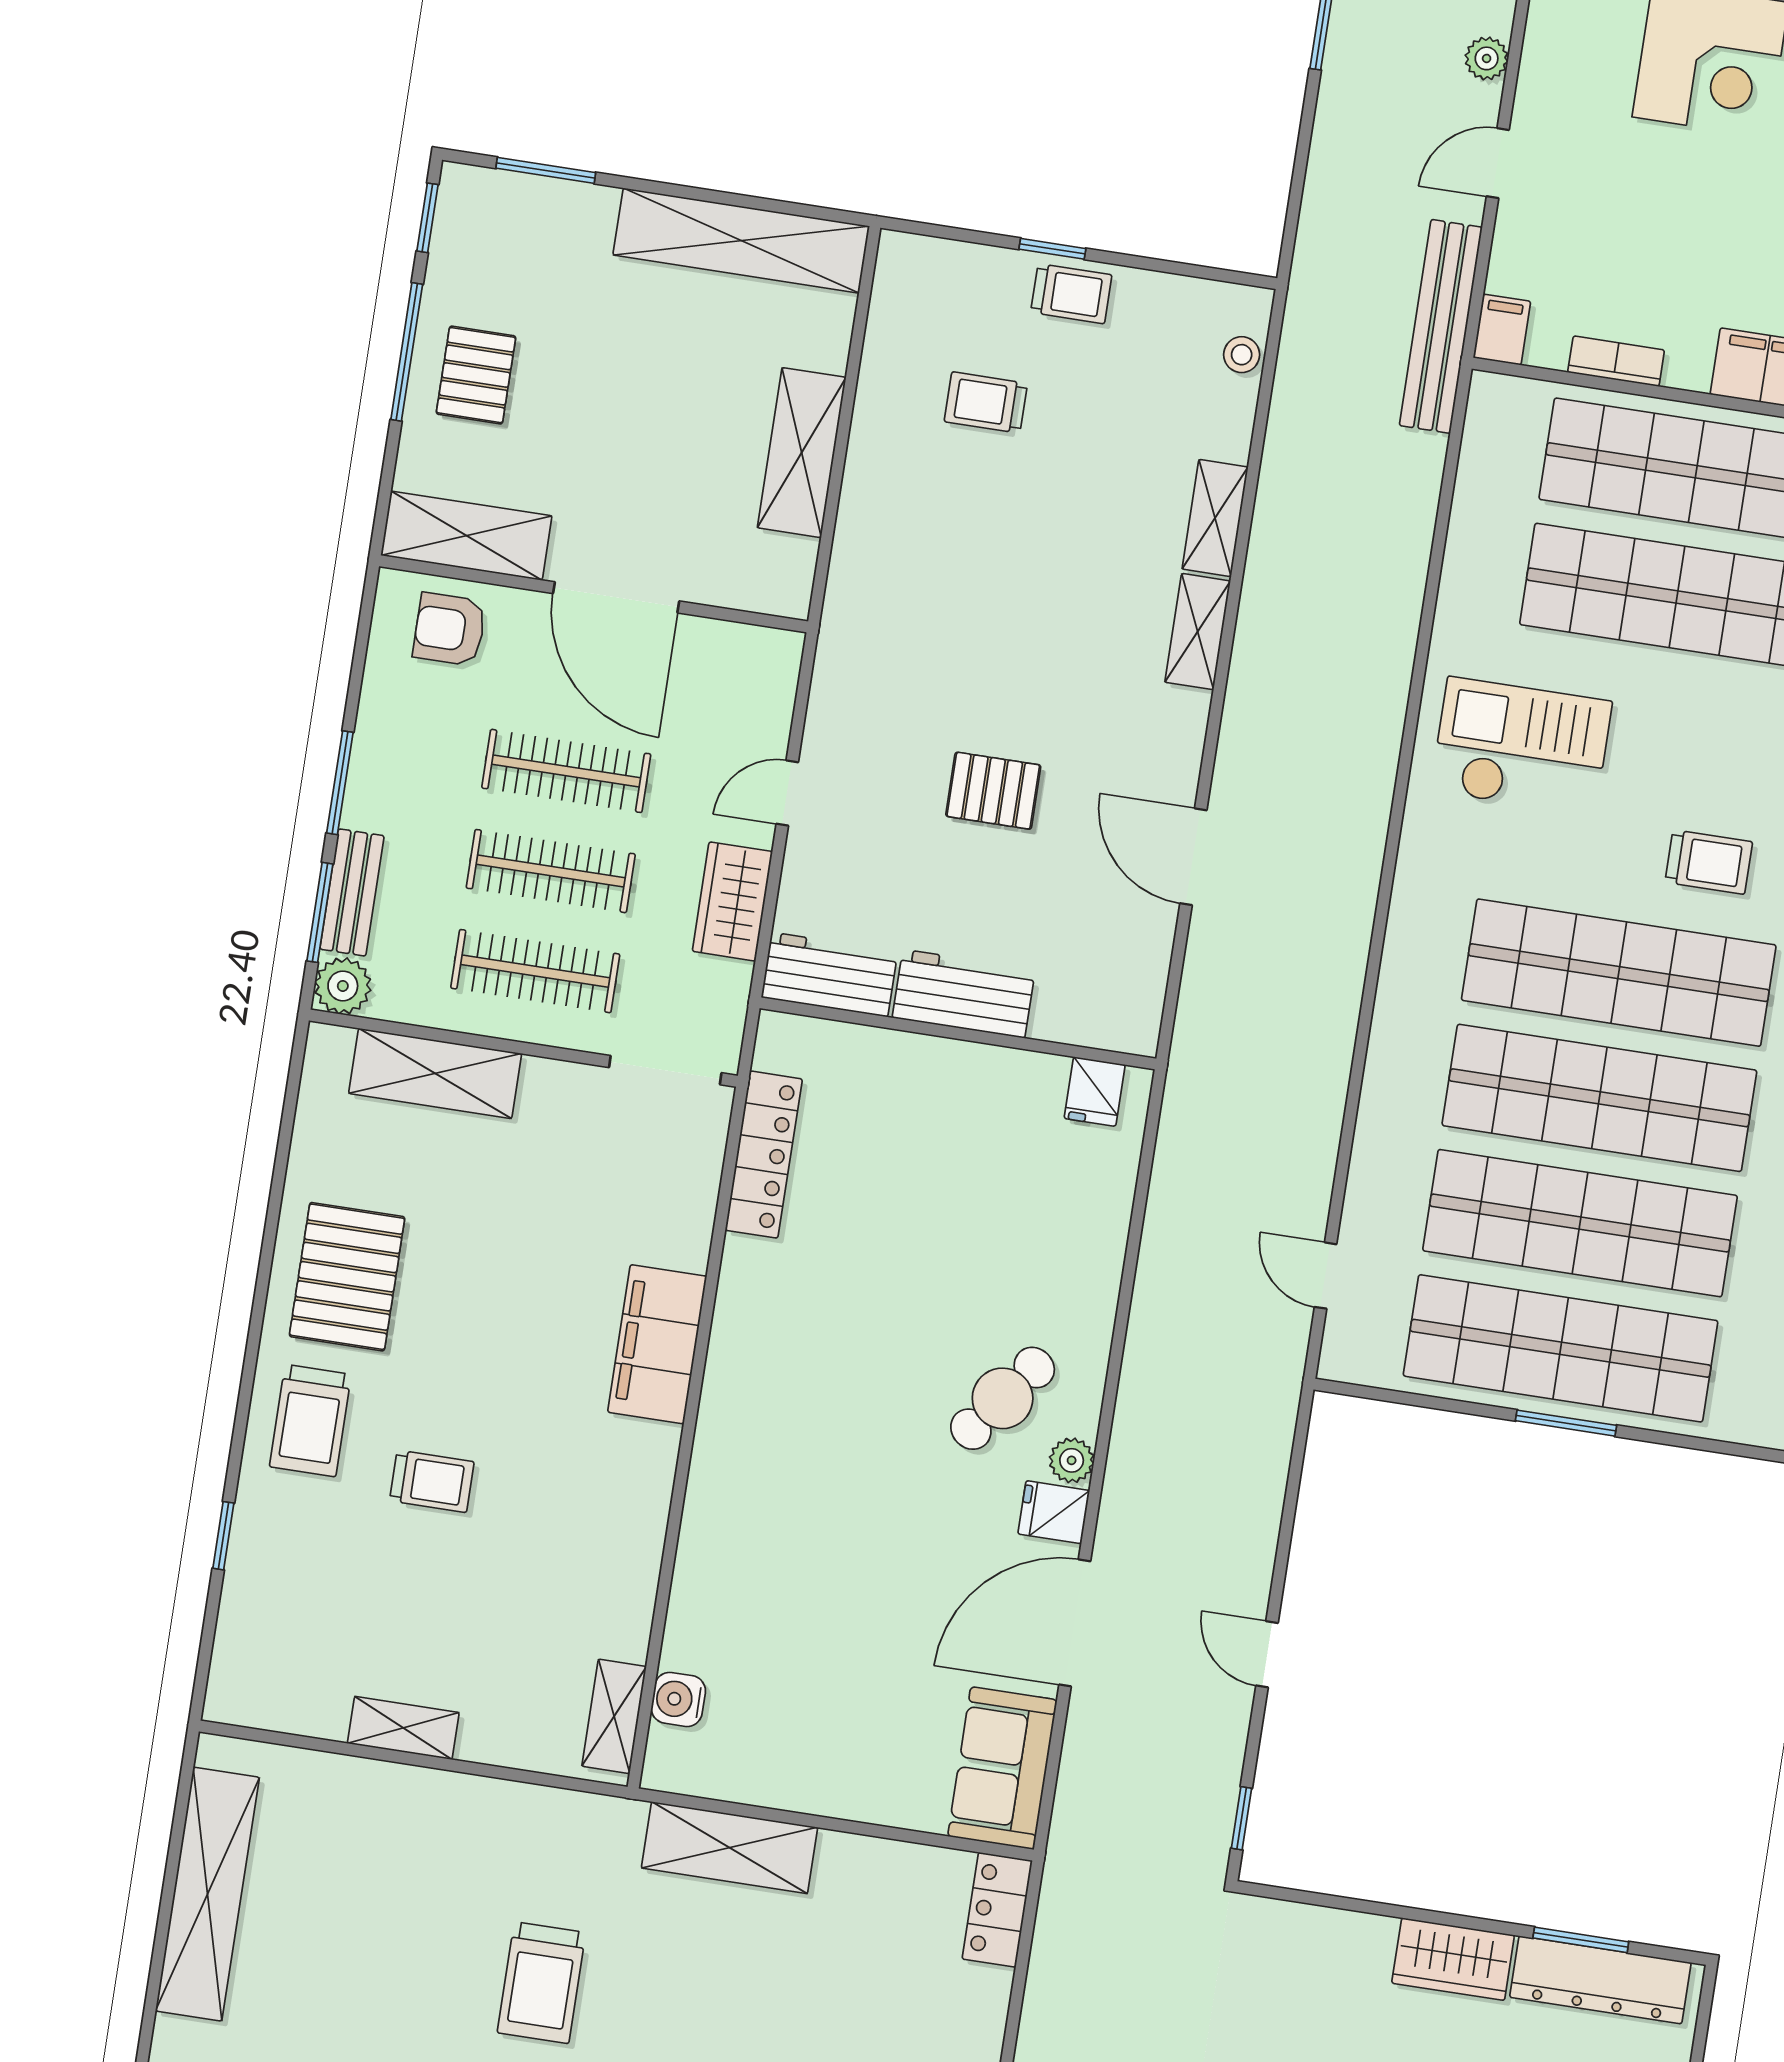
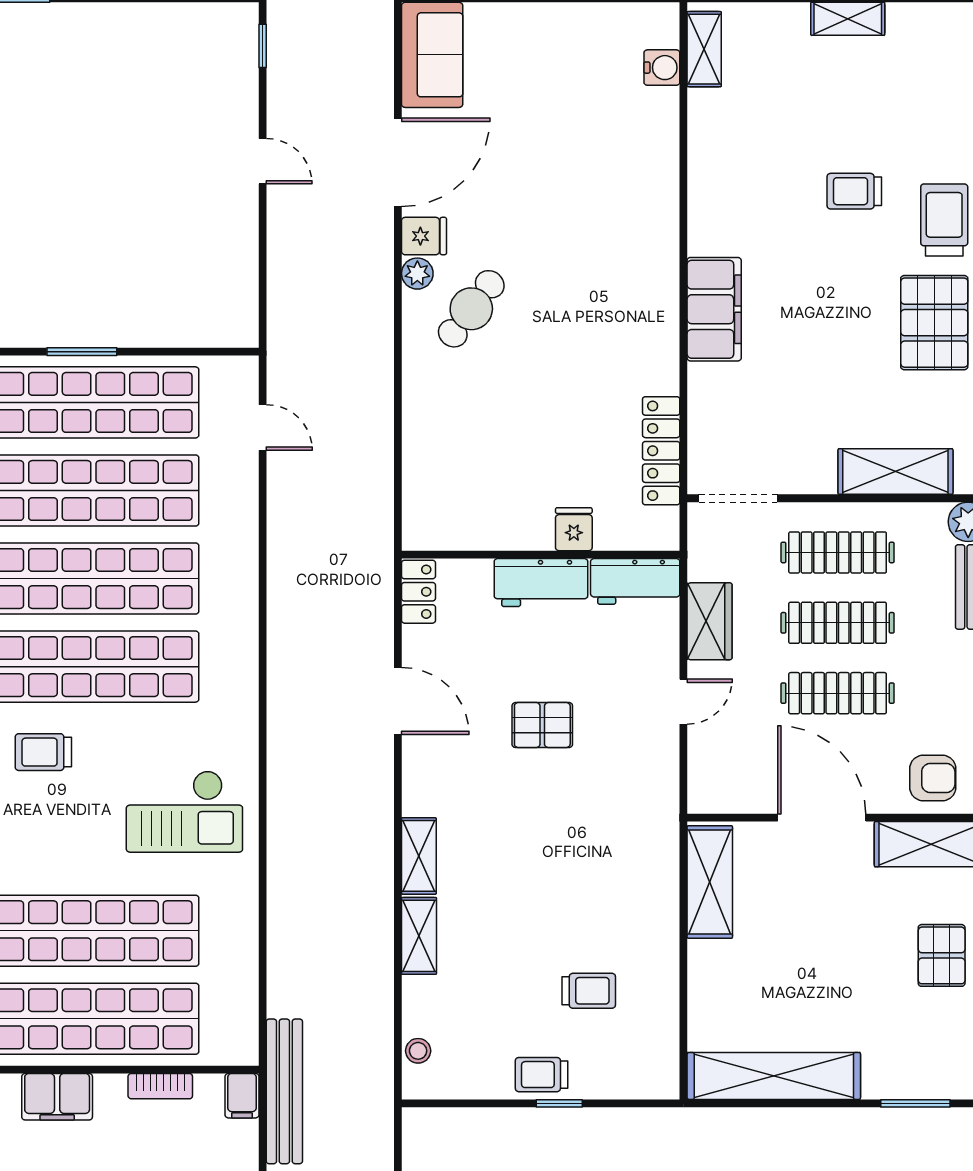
shelving: (802, 453) -> (710, 882), moved
locker: (1140, 1008) -> (418, 592), added
fridge: (1095, 1092) -> (574, 529), moved

